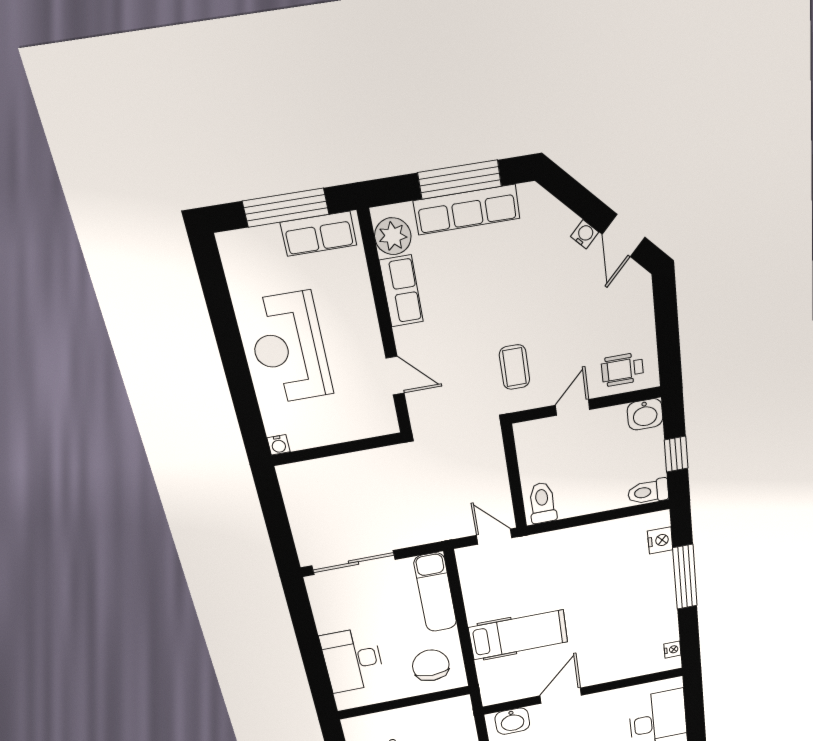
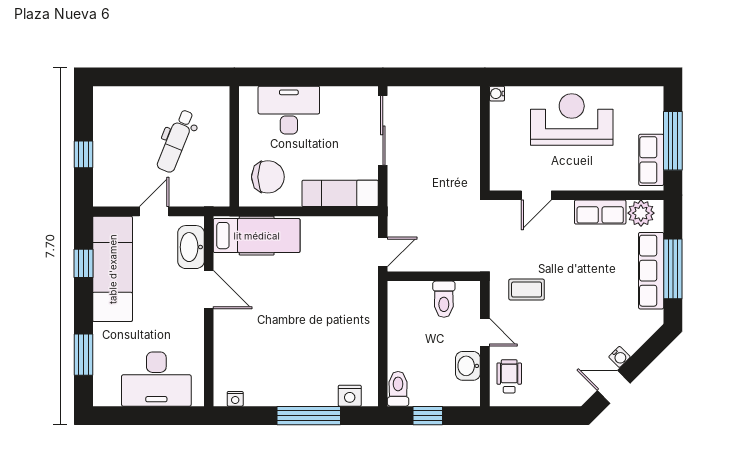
washbasin: (645, 414) -> (468, 366), moved
toilet: (542, 503) -> (444, 299), moved, turned 90
hospital bed: (518, 635) -> (257, 236), moved, turned -90
washbasin: (512, 721) -> (191, 247), width x1.38

